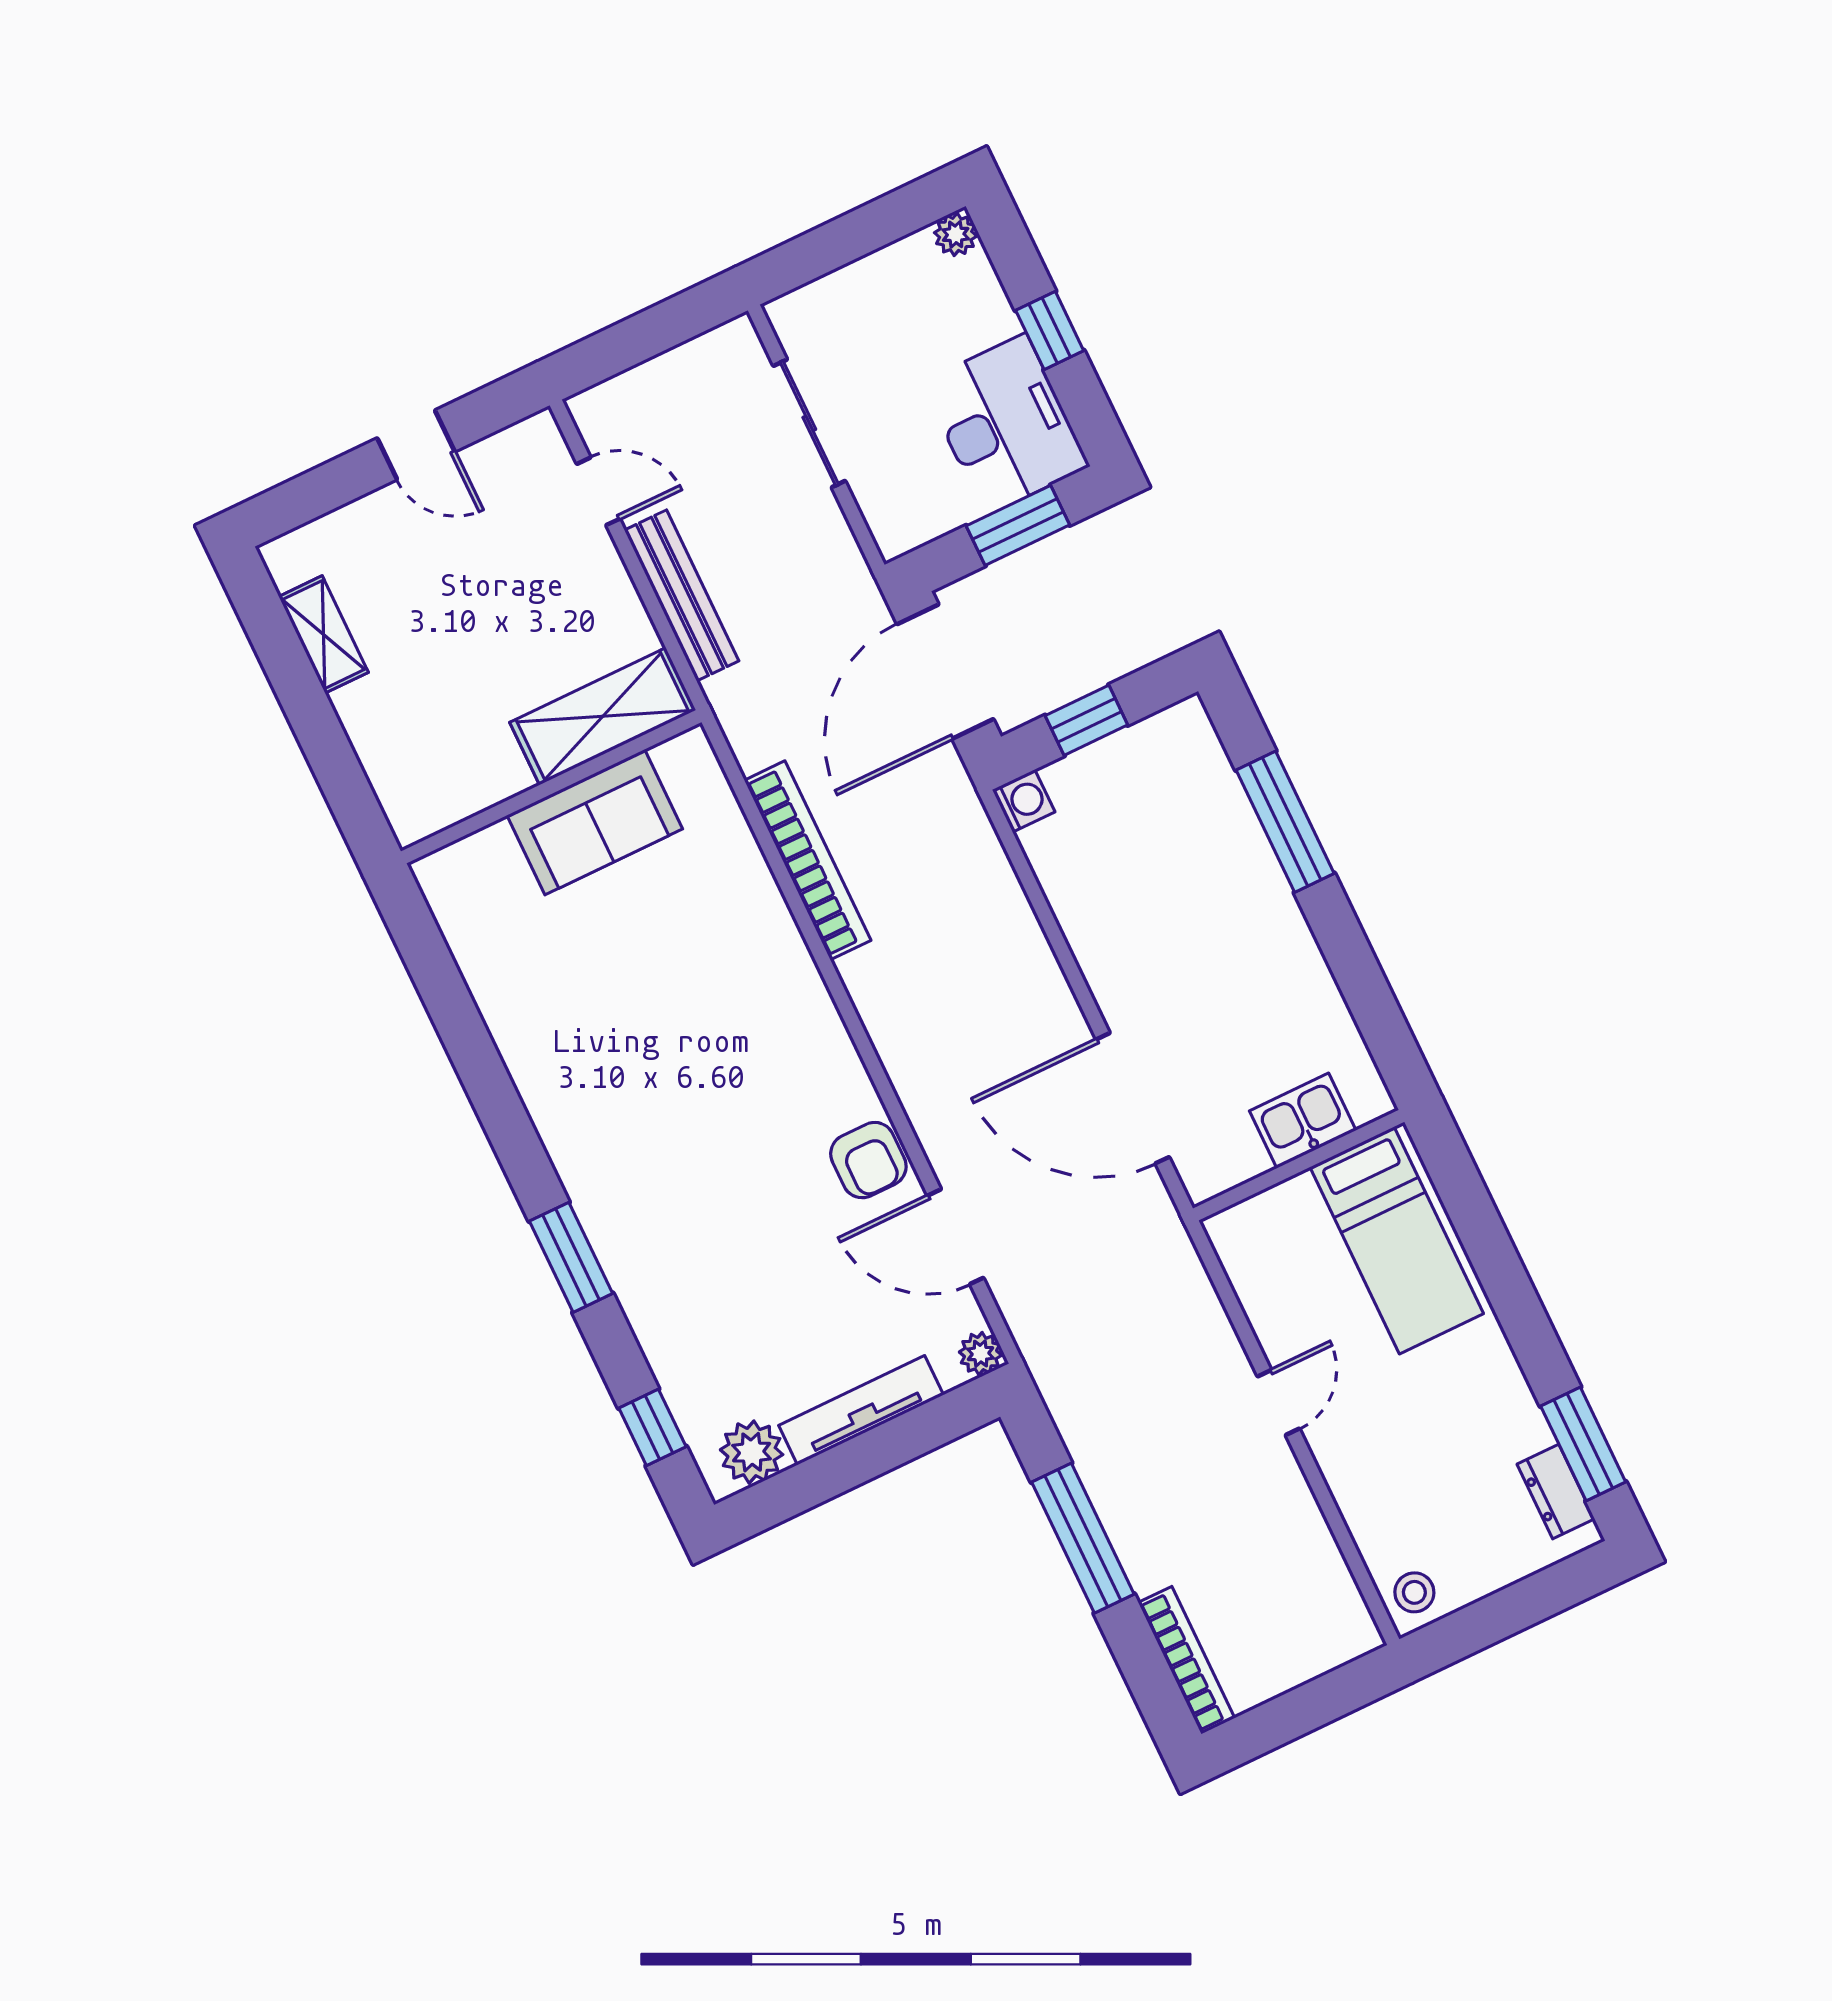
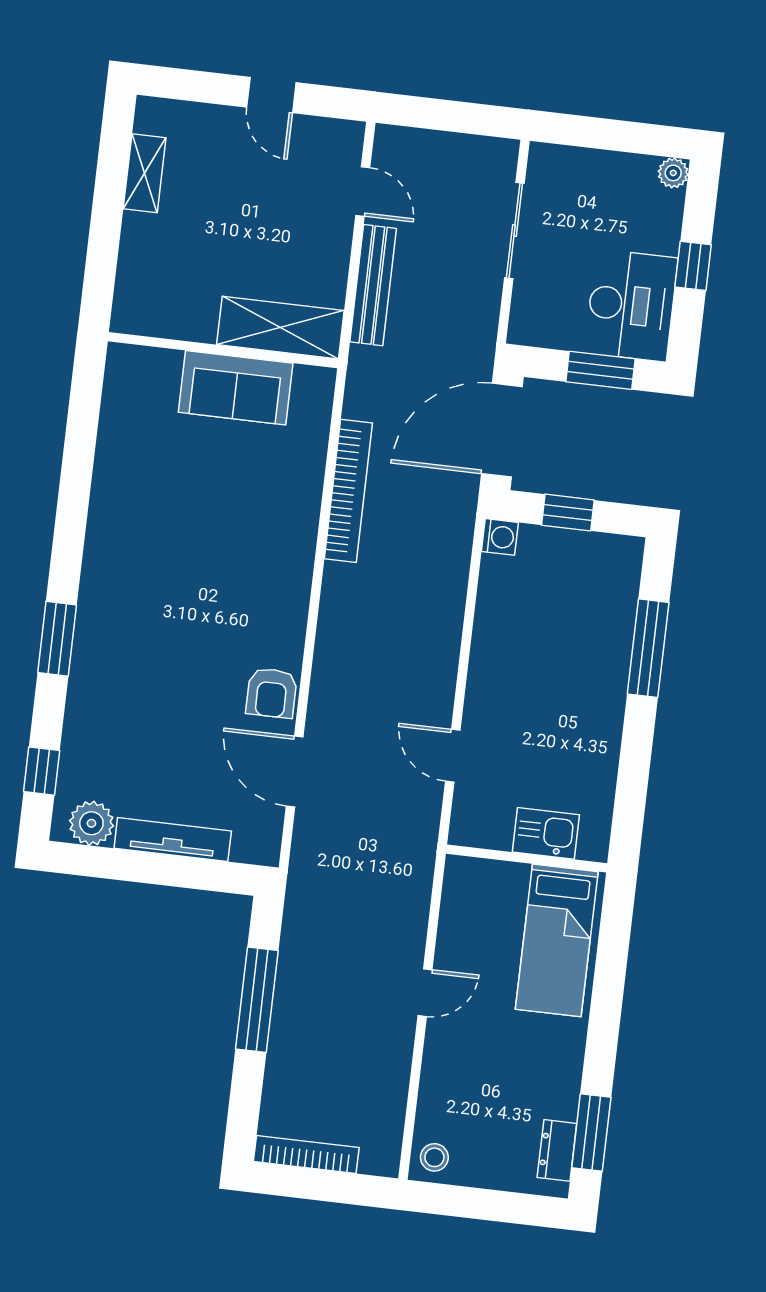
door: (1133, 1098) -> (453, 756), width x0.53
plant: (981, 1354) -> (265, 851), removed
bookcase: (1186, 1660) -> (306, 1154), moved, turned -90

